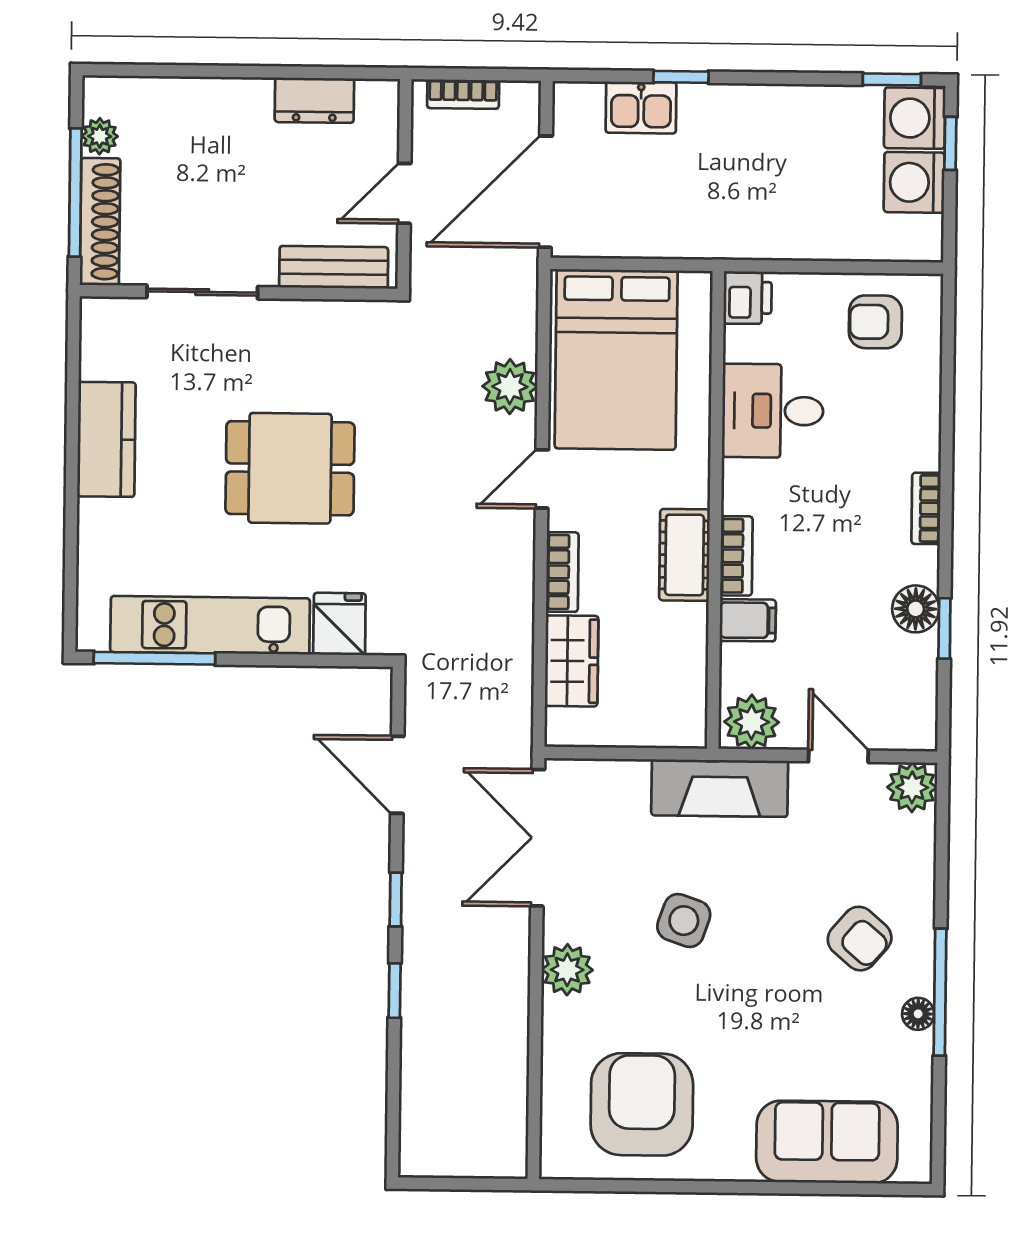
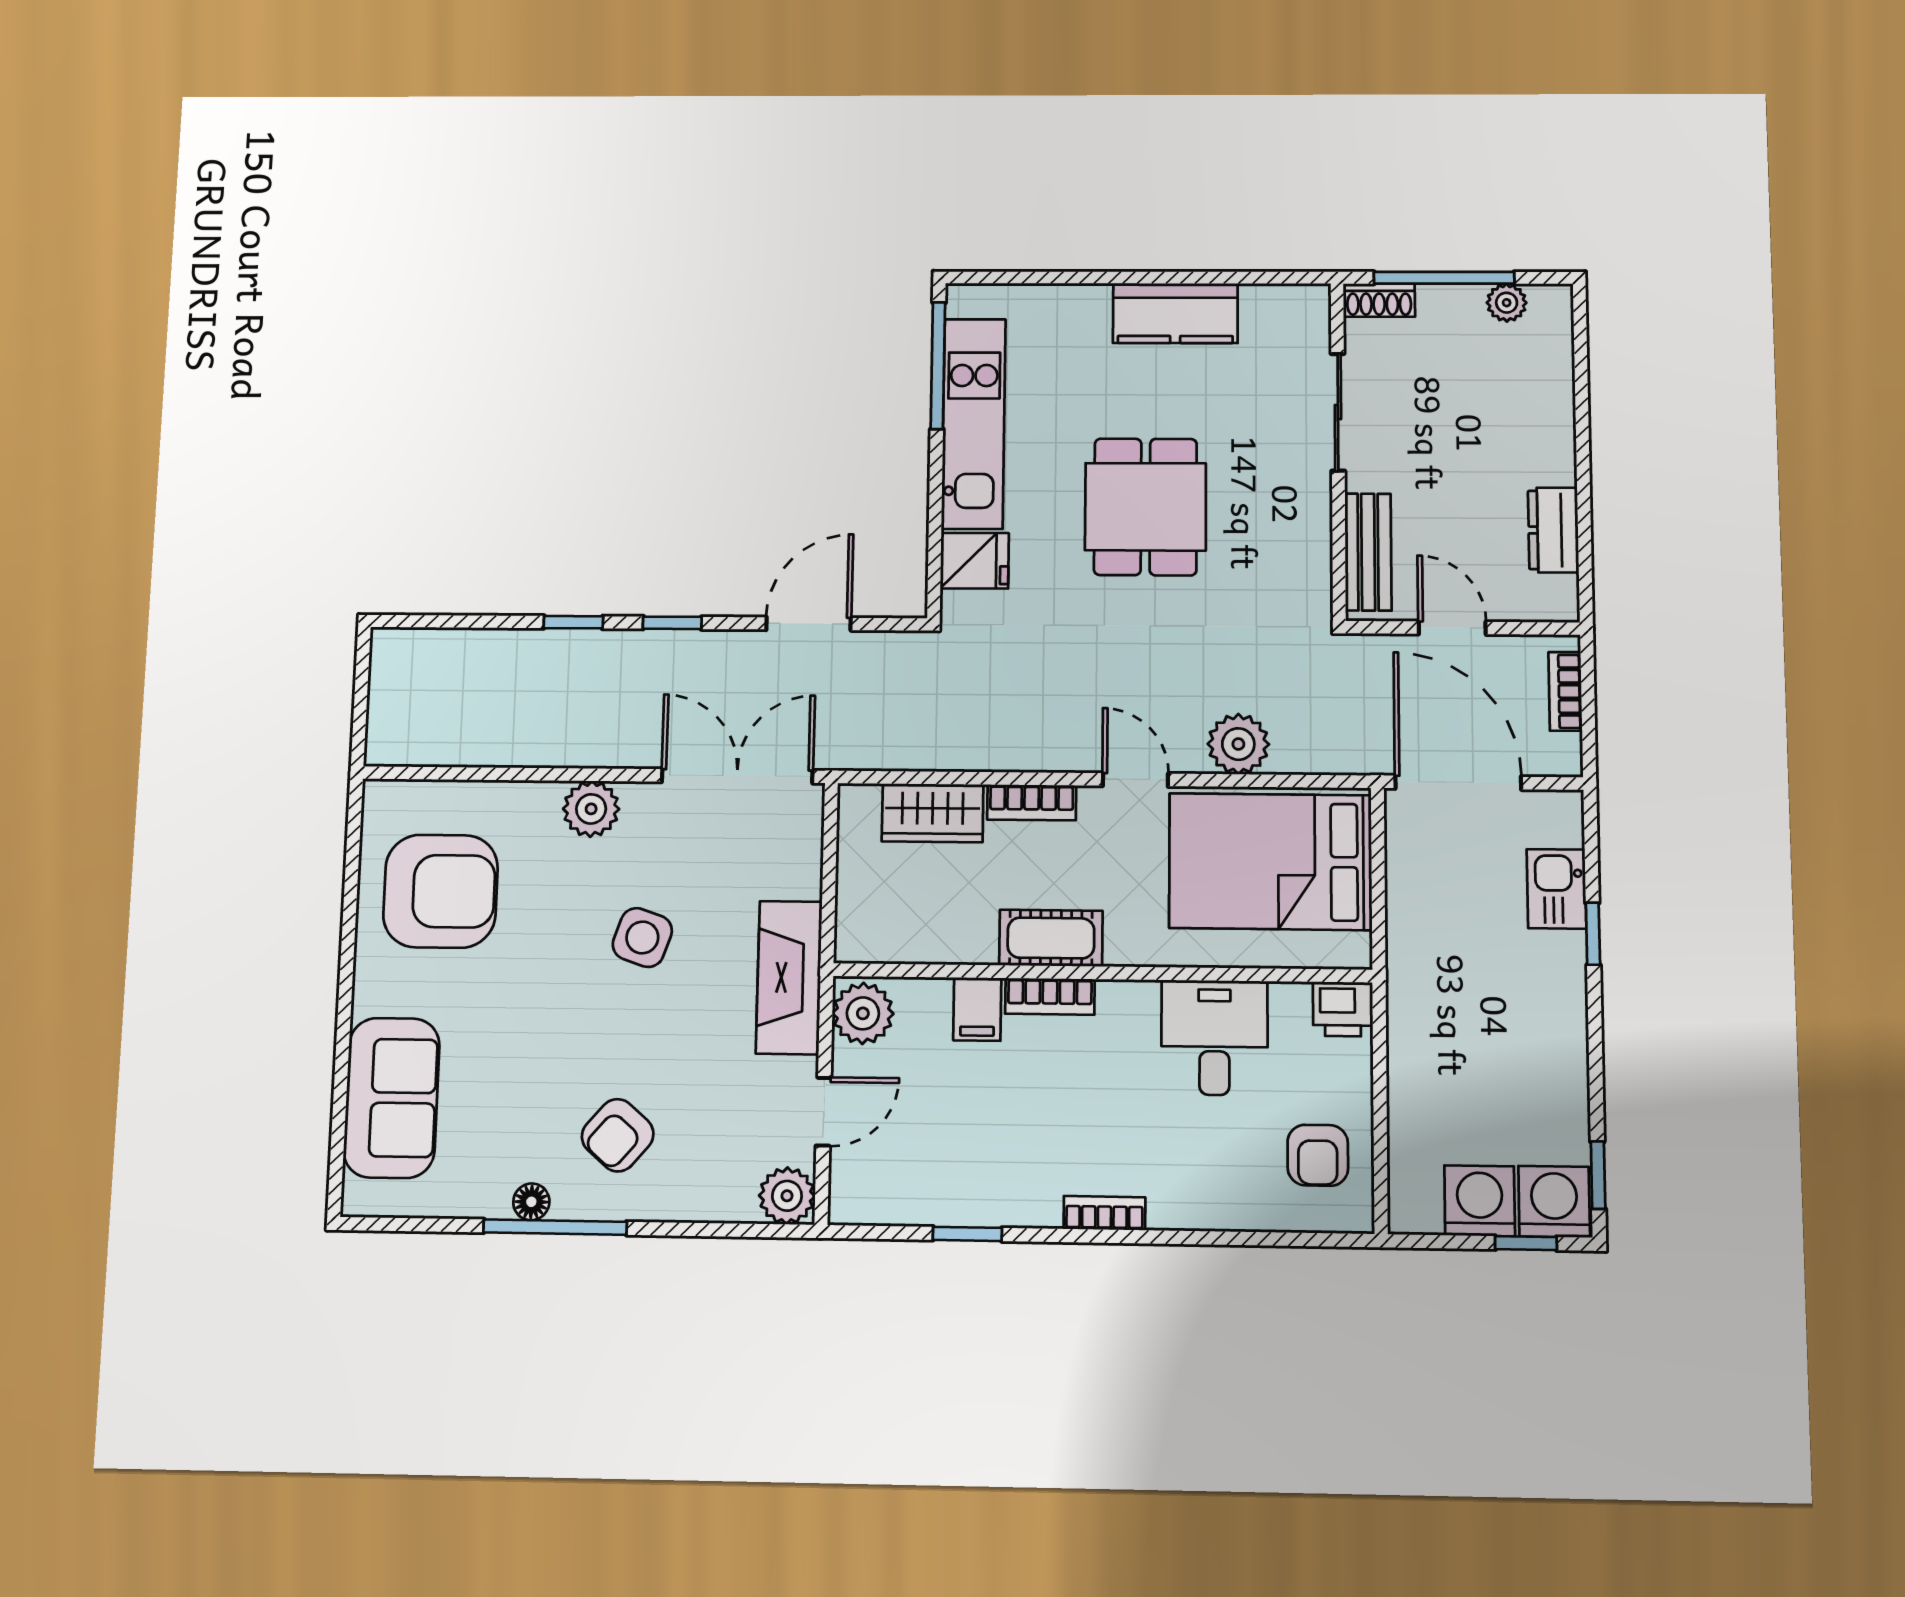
shoe rack: (100, 222) -> (1379, 300), width x0.51, depth x0.81
armchair: (875, 322) -> (1318, 1155), turned 180
floor lamp: (916, 609) -> (990, 1201), removed

